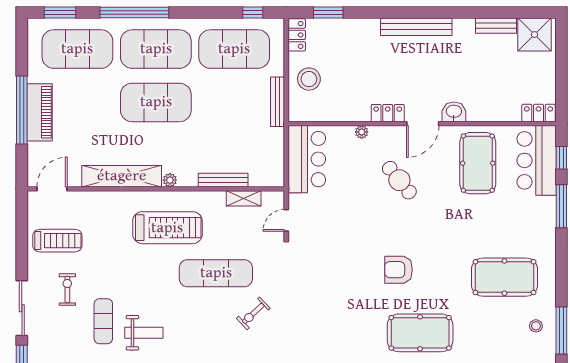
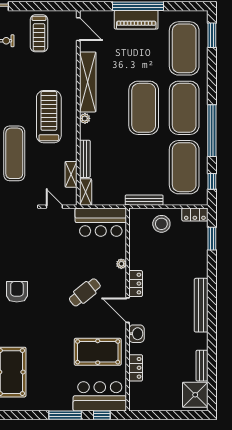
window: (134, 13) -> (212, 131), moved
locker: (539, 113) -> (136, 368), moved
shelving: (267, 179) -> (86, 192), added
treadmill: (167, 228) -> (49, 117), turned 180

